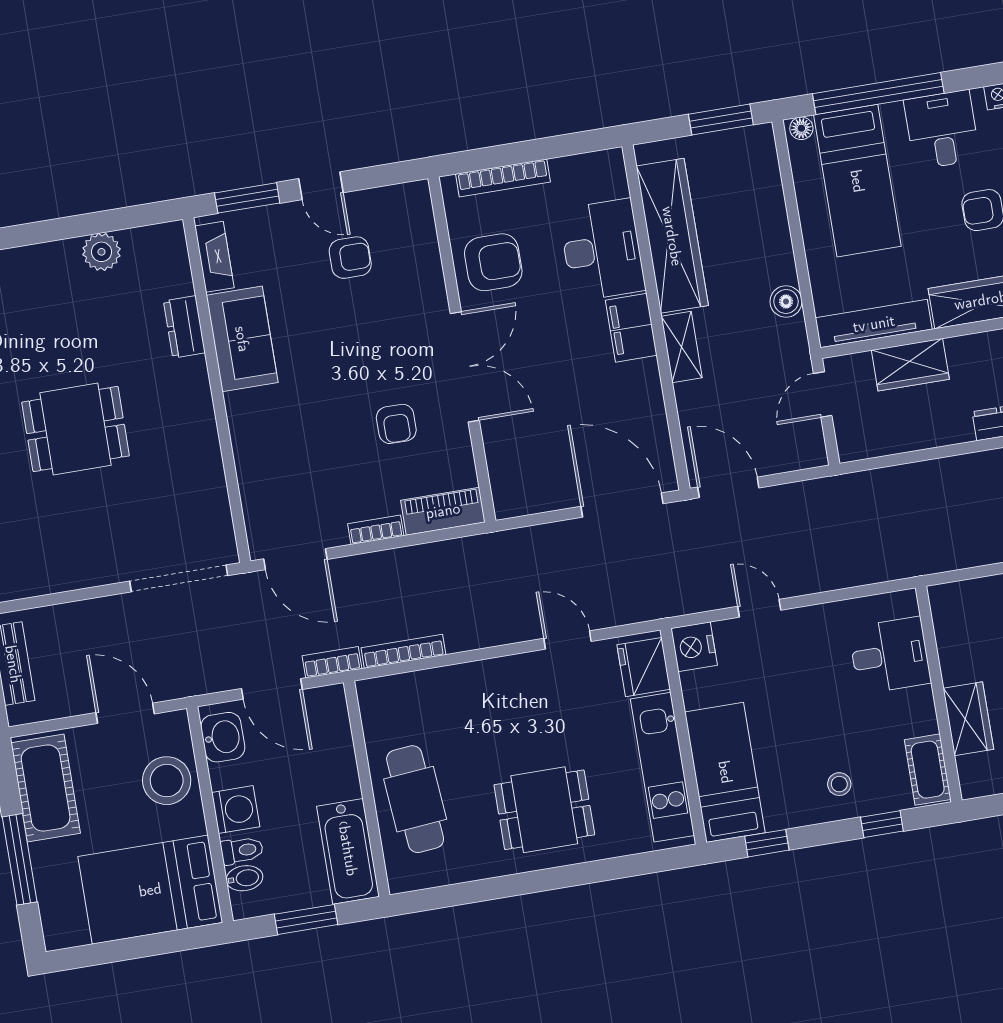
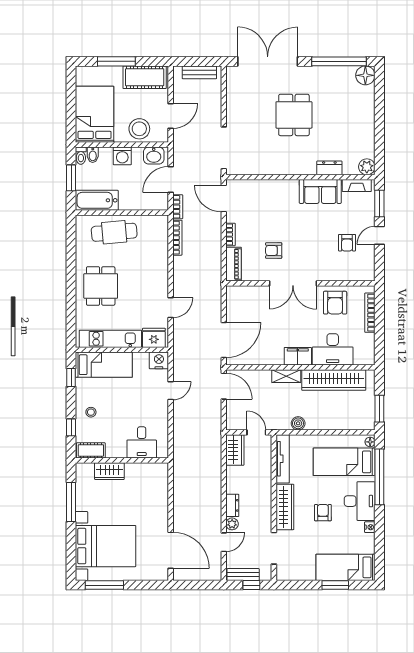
desk: (942, 130) -> (360, 501), width x1.37
plant: (101, 252) -> (367, 167), moved
wardrobe: (910, 365) -> (235, 450), moved, turned 180
door: (728, 487) -> (224, 386), hinge flipped
door: (295, 559) -> (224, 199), hinge flipped
toilet: (242, 850) -> (81, 156), moved

